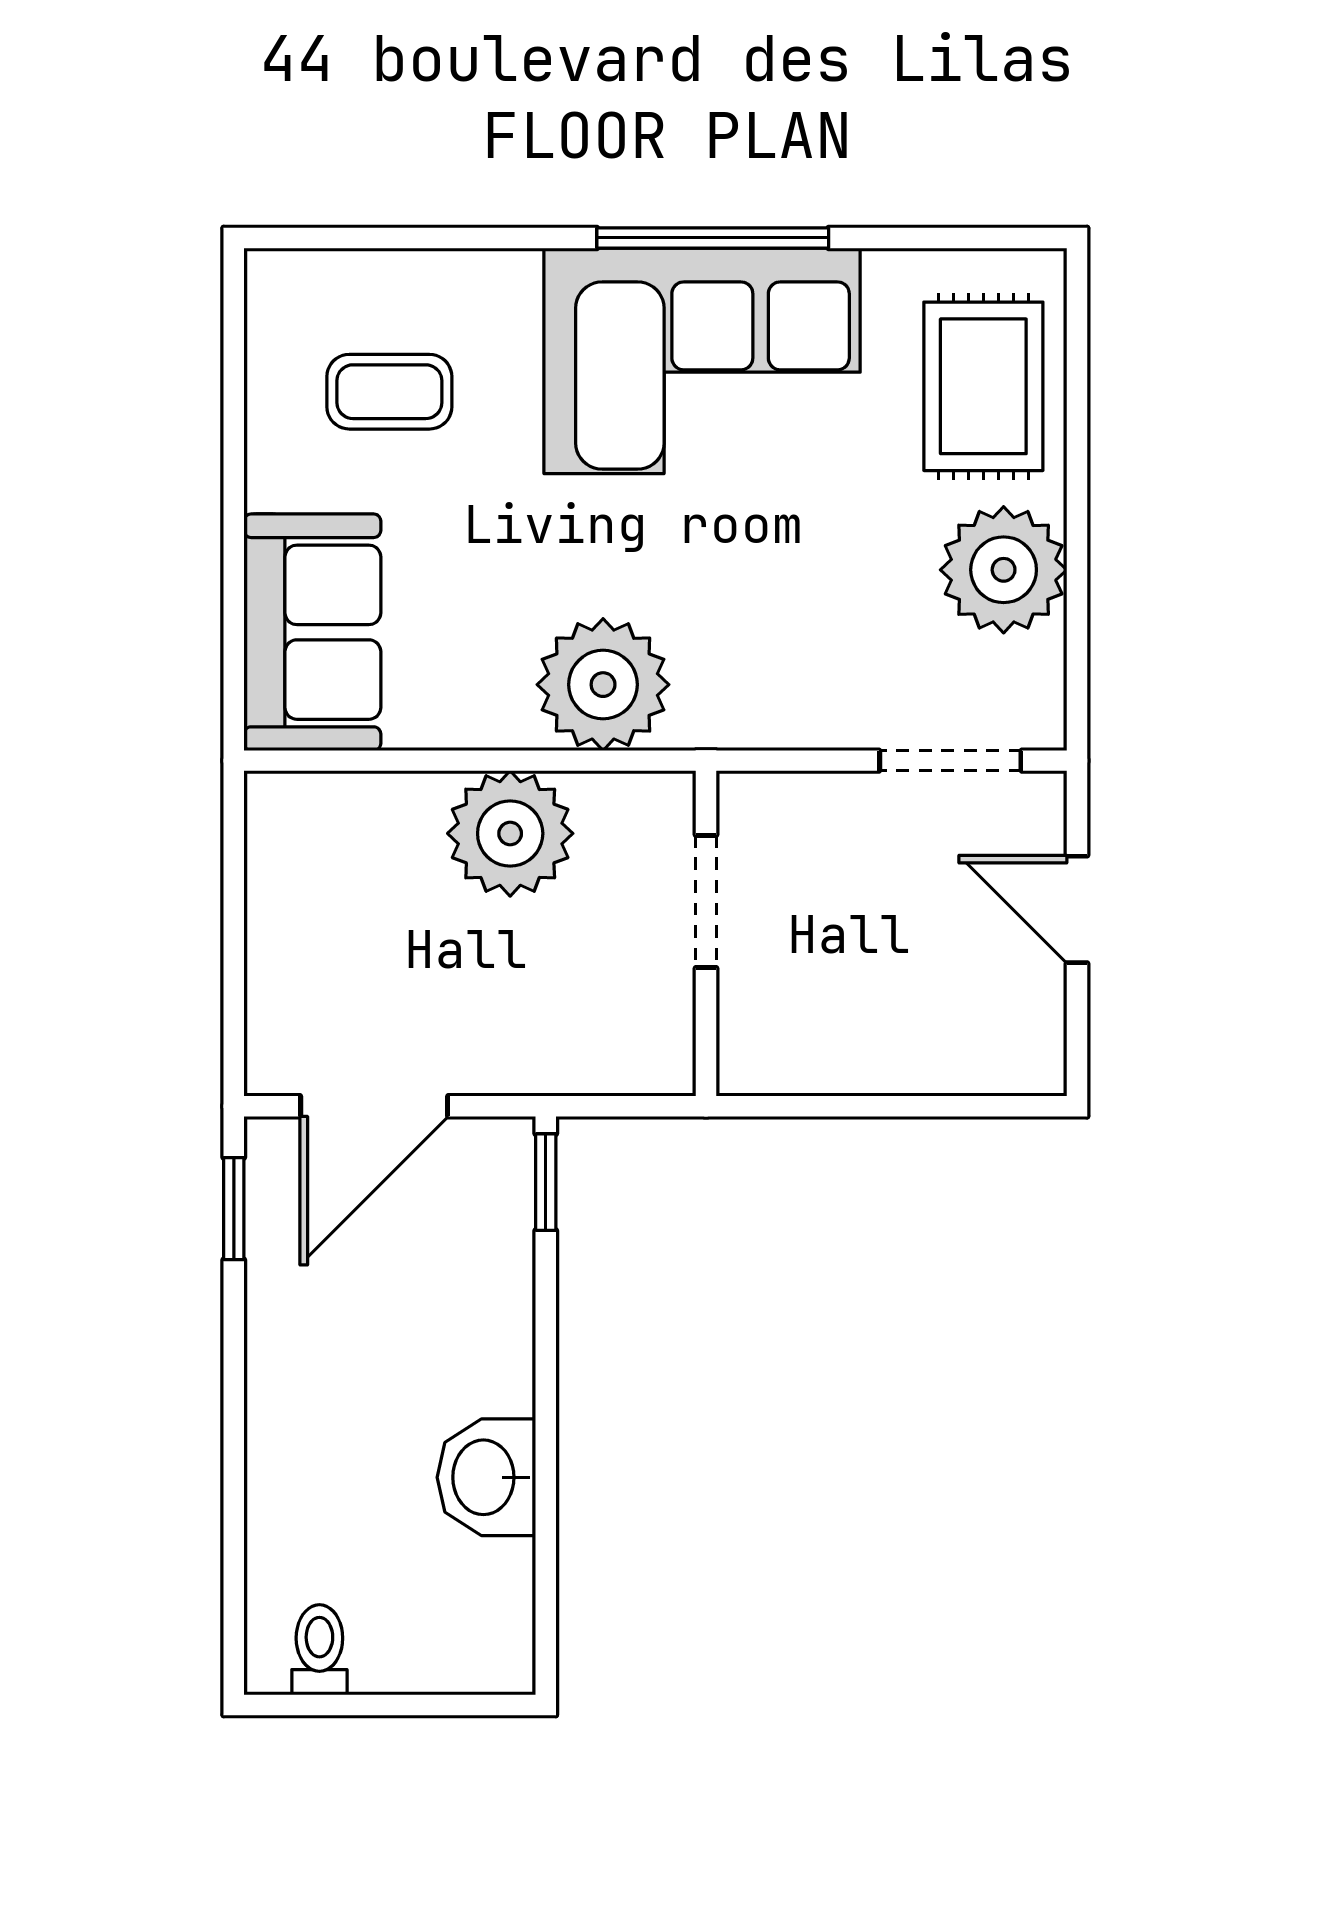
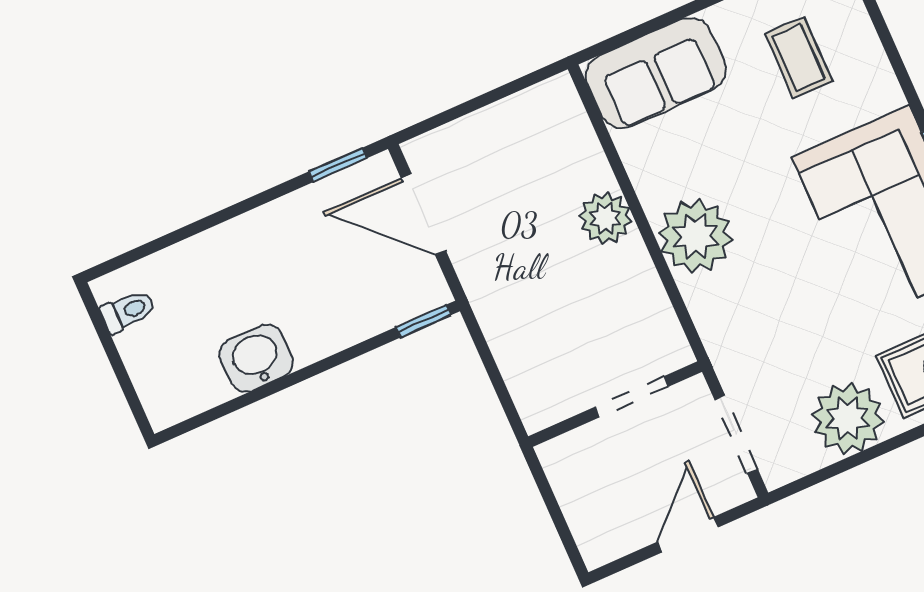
plant: (510, 833) -> (605, 218), width x0.73, depth x0.73
doorway: (706, 901) -> (632, 397), moved
wall: (706, 933) -> (615, 404), moved

